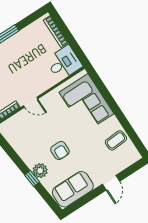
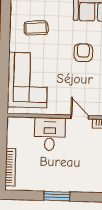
desk: (64, 63) -> (50, 134), moved, turned 90
coffee table: (116, 140) -> (36, 28), moved

